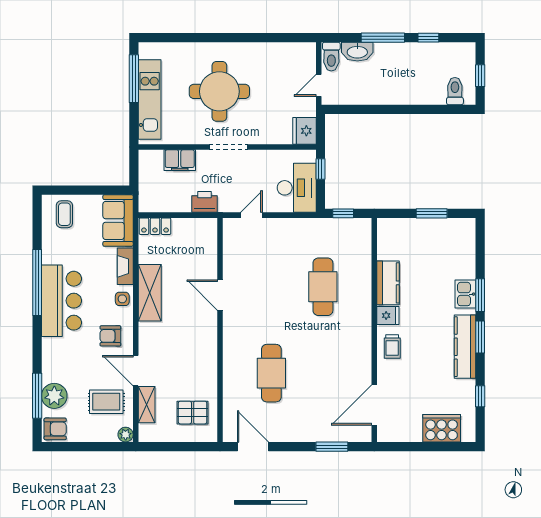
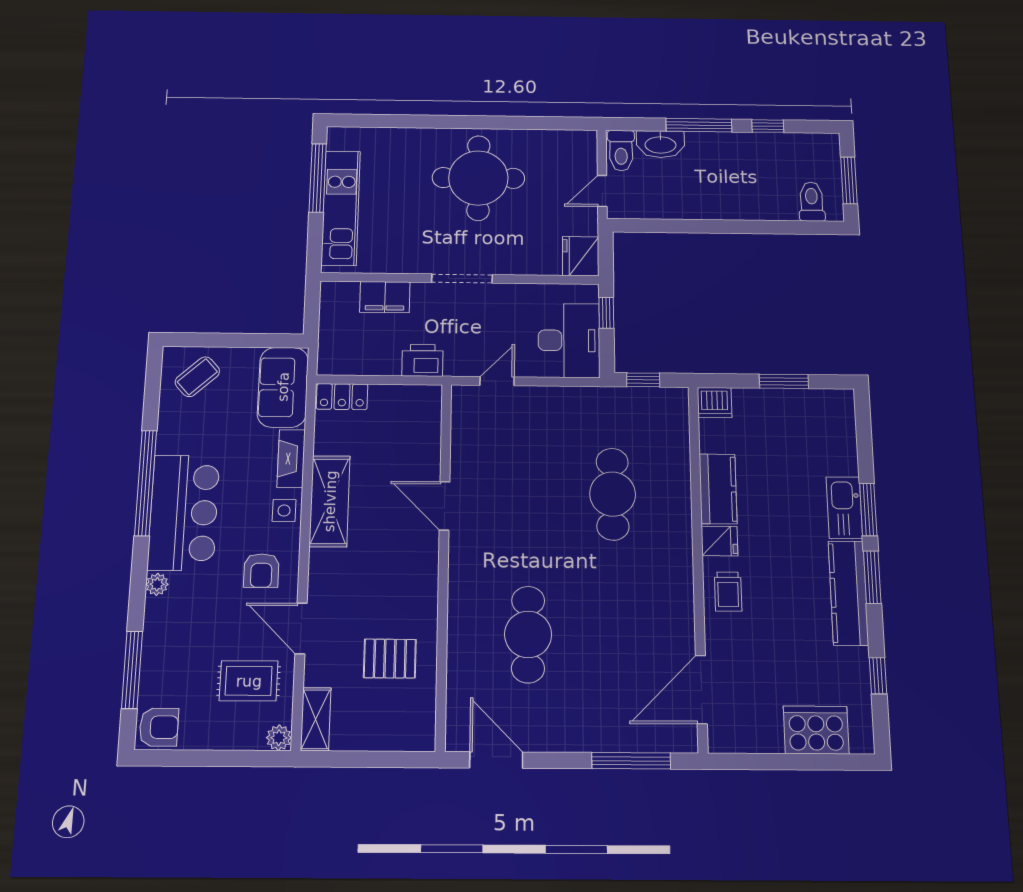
window: (480, 76) -> (849, 180), width x1.50
round table: (219, 91) -> (478, 178), moved
coffee table: (64, 214) -> (197, 377), turned 48
dishwasher: (388, 228) -> (714, 403), added
kitchen sink: (465, 294) -> (844, 508), width x1.38
armchair: (110, 336) -> (261, 571), turned -90
plant: (54, 396) -> (157, 584), moved, width x0.53, depth x0.53
shelving: (147, 405) -> (316, 719), moved
pallet: (193, 413) -> (390, 659), moved
window: (332, 447) -> (631, 761), width x1.44

